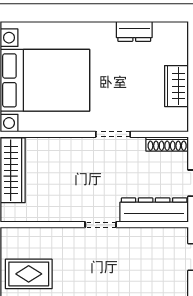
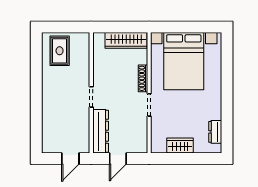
dresser: (134, 31) -> (215, 132), moved
shoe rack: (167, 144) -> (143, 78), moved

